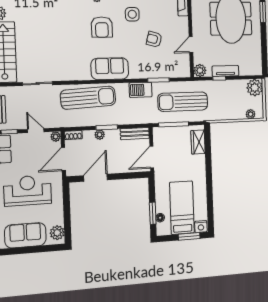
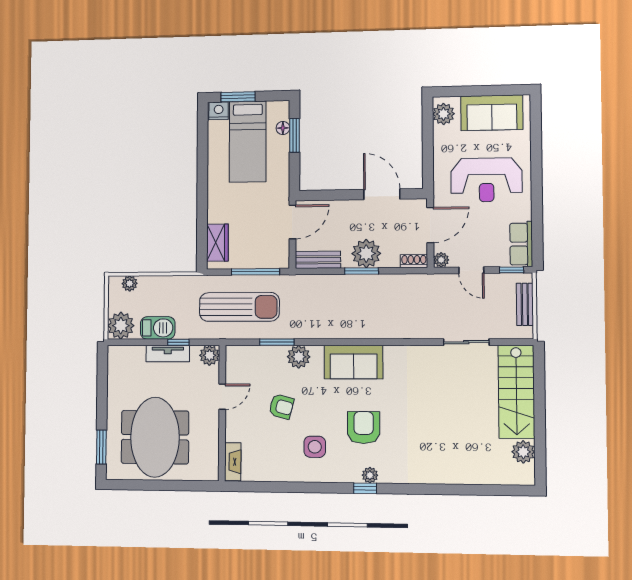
plant: (144, 71) -> (299, 357), added
barbecue: (141, 90) -> (158, 328), moved
sun lounger: (88, 98) -> (389, 318), removed
plant: (100, 135) -> (366, 254), width x1.88, depth x1.88
door: (96, 178) -> (382, 194), swing flipped

